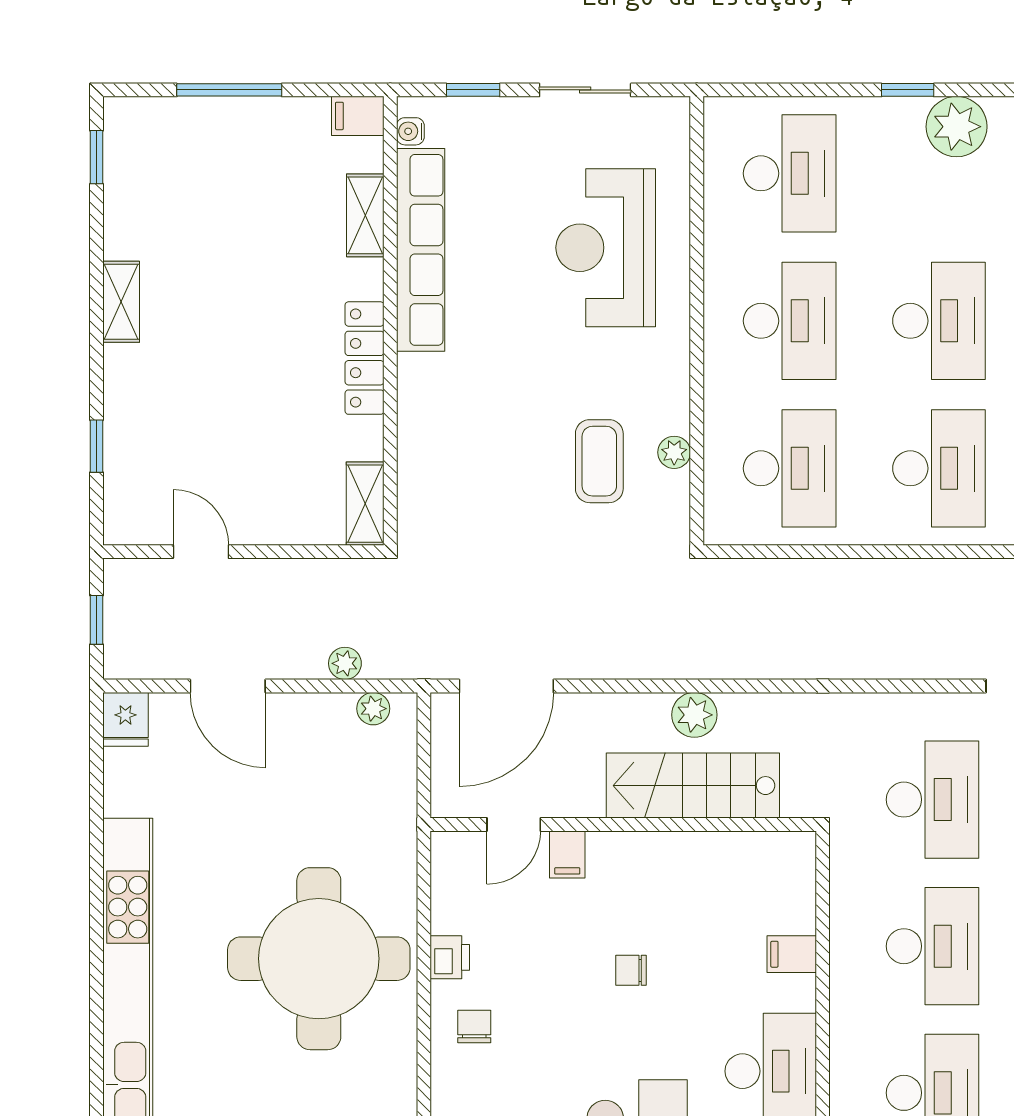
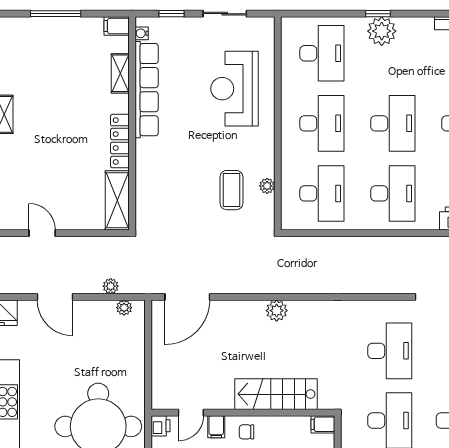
plant: (957, 127) -> (382, 31), moved
shelving: (365, 504) -> (117, 200), width x1.50, depth x1.33
stairs: (693, 786) -> (276, 394), moved
door: (514, 824) -> (191, 413), moved
wall: (623, 824) -> (243, 413), moved
filing cabinet: (567, 854) -> (216, 427), moved

